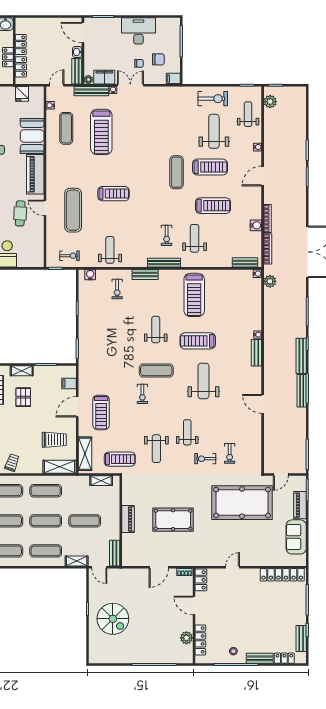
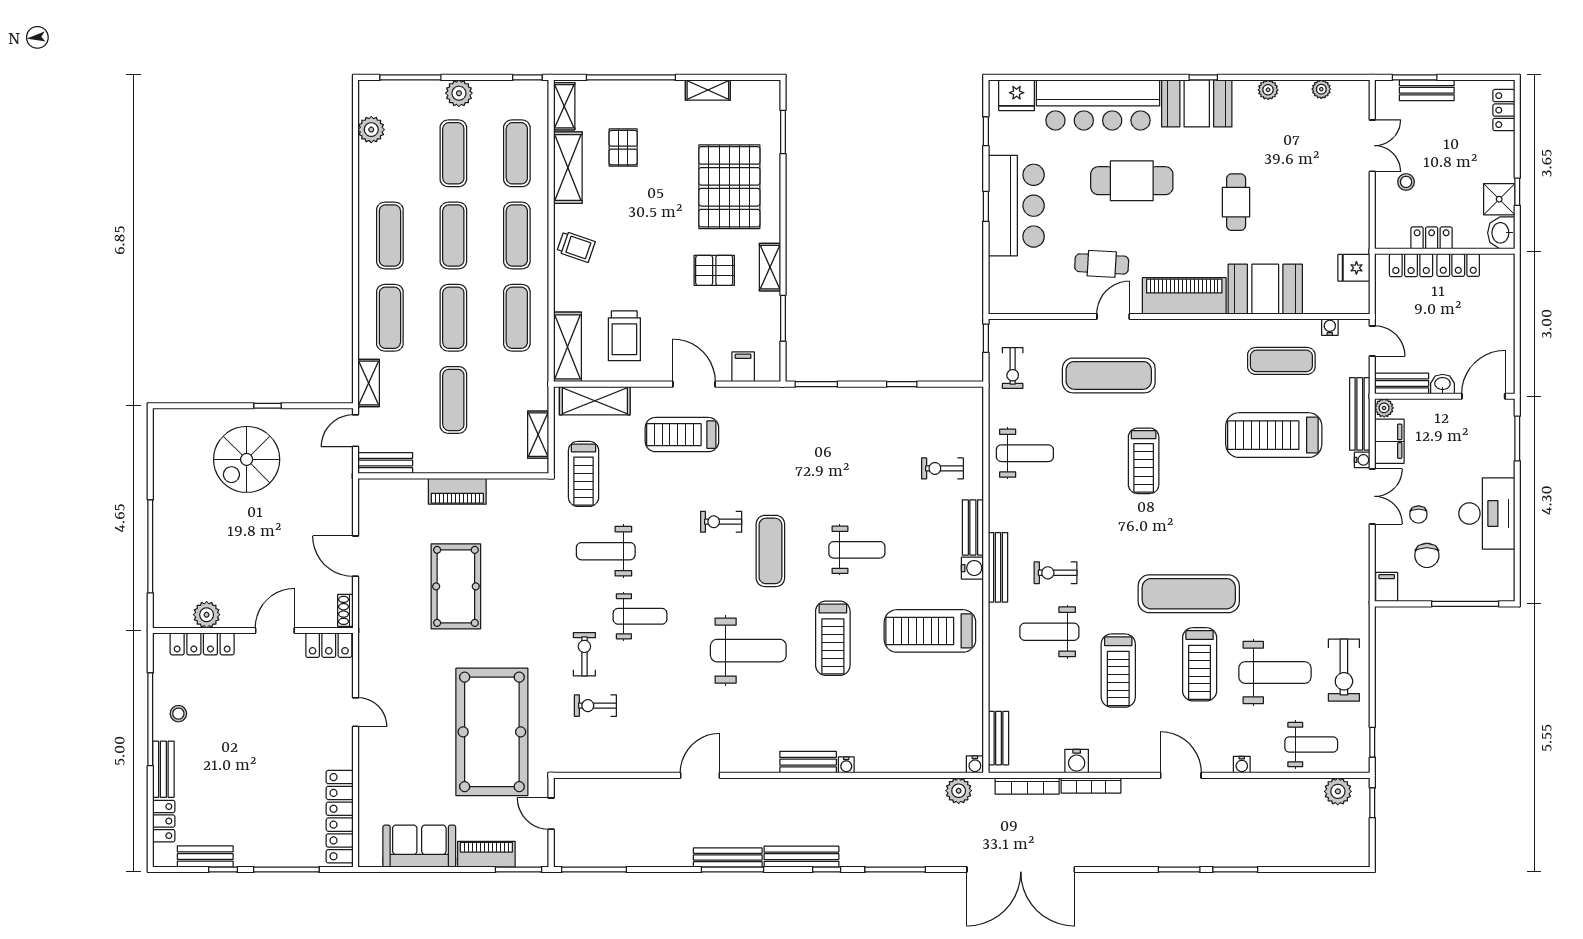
exercise mat: (177, 172) -> (1189, 594), width x1.36, depth x1.45
weight bench: (195, 238) -> (1049, 632), turned 180
water cooler: (90, 275) -> (972, 568), moved
treadmill: (198, 341) -> (833, 638), turned 180

